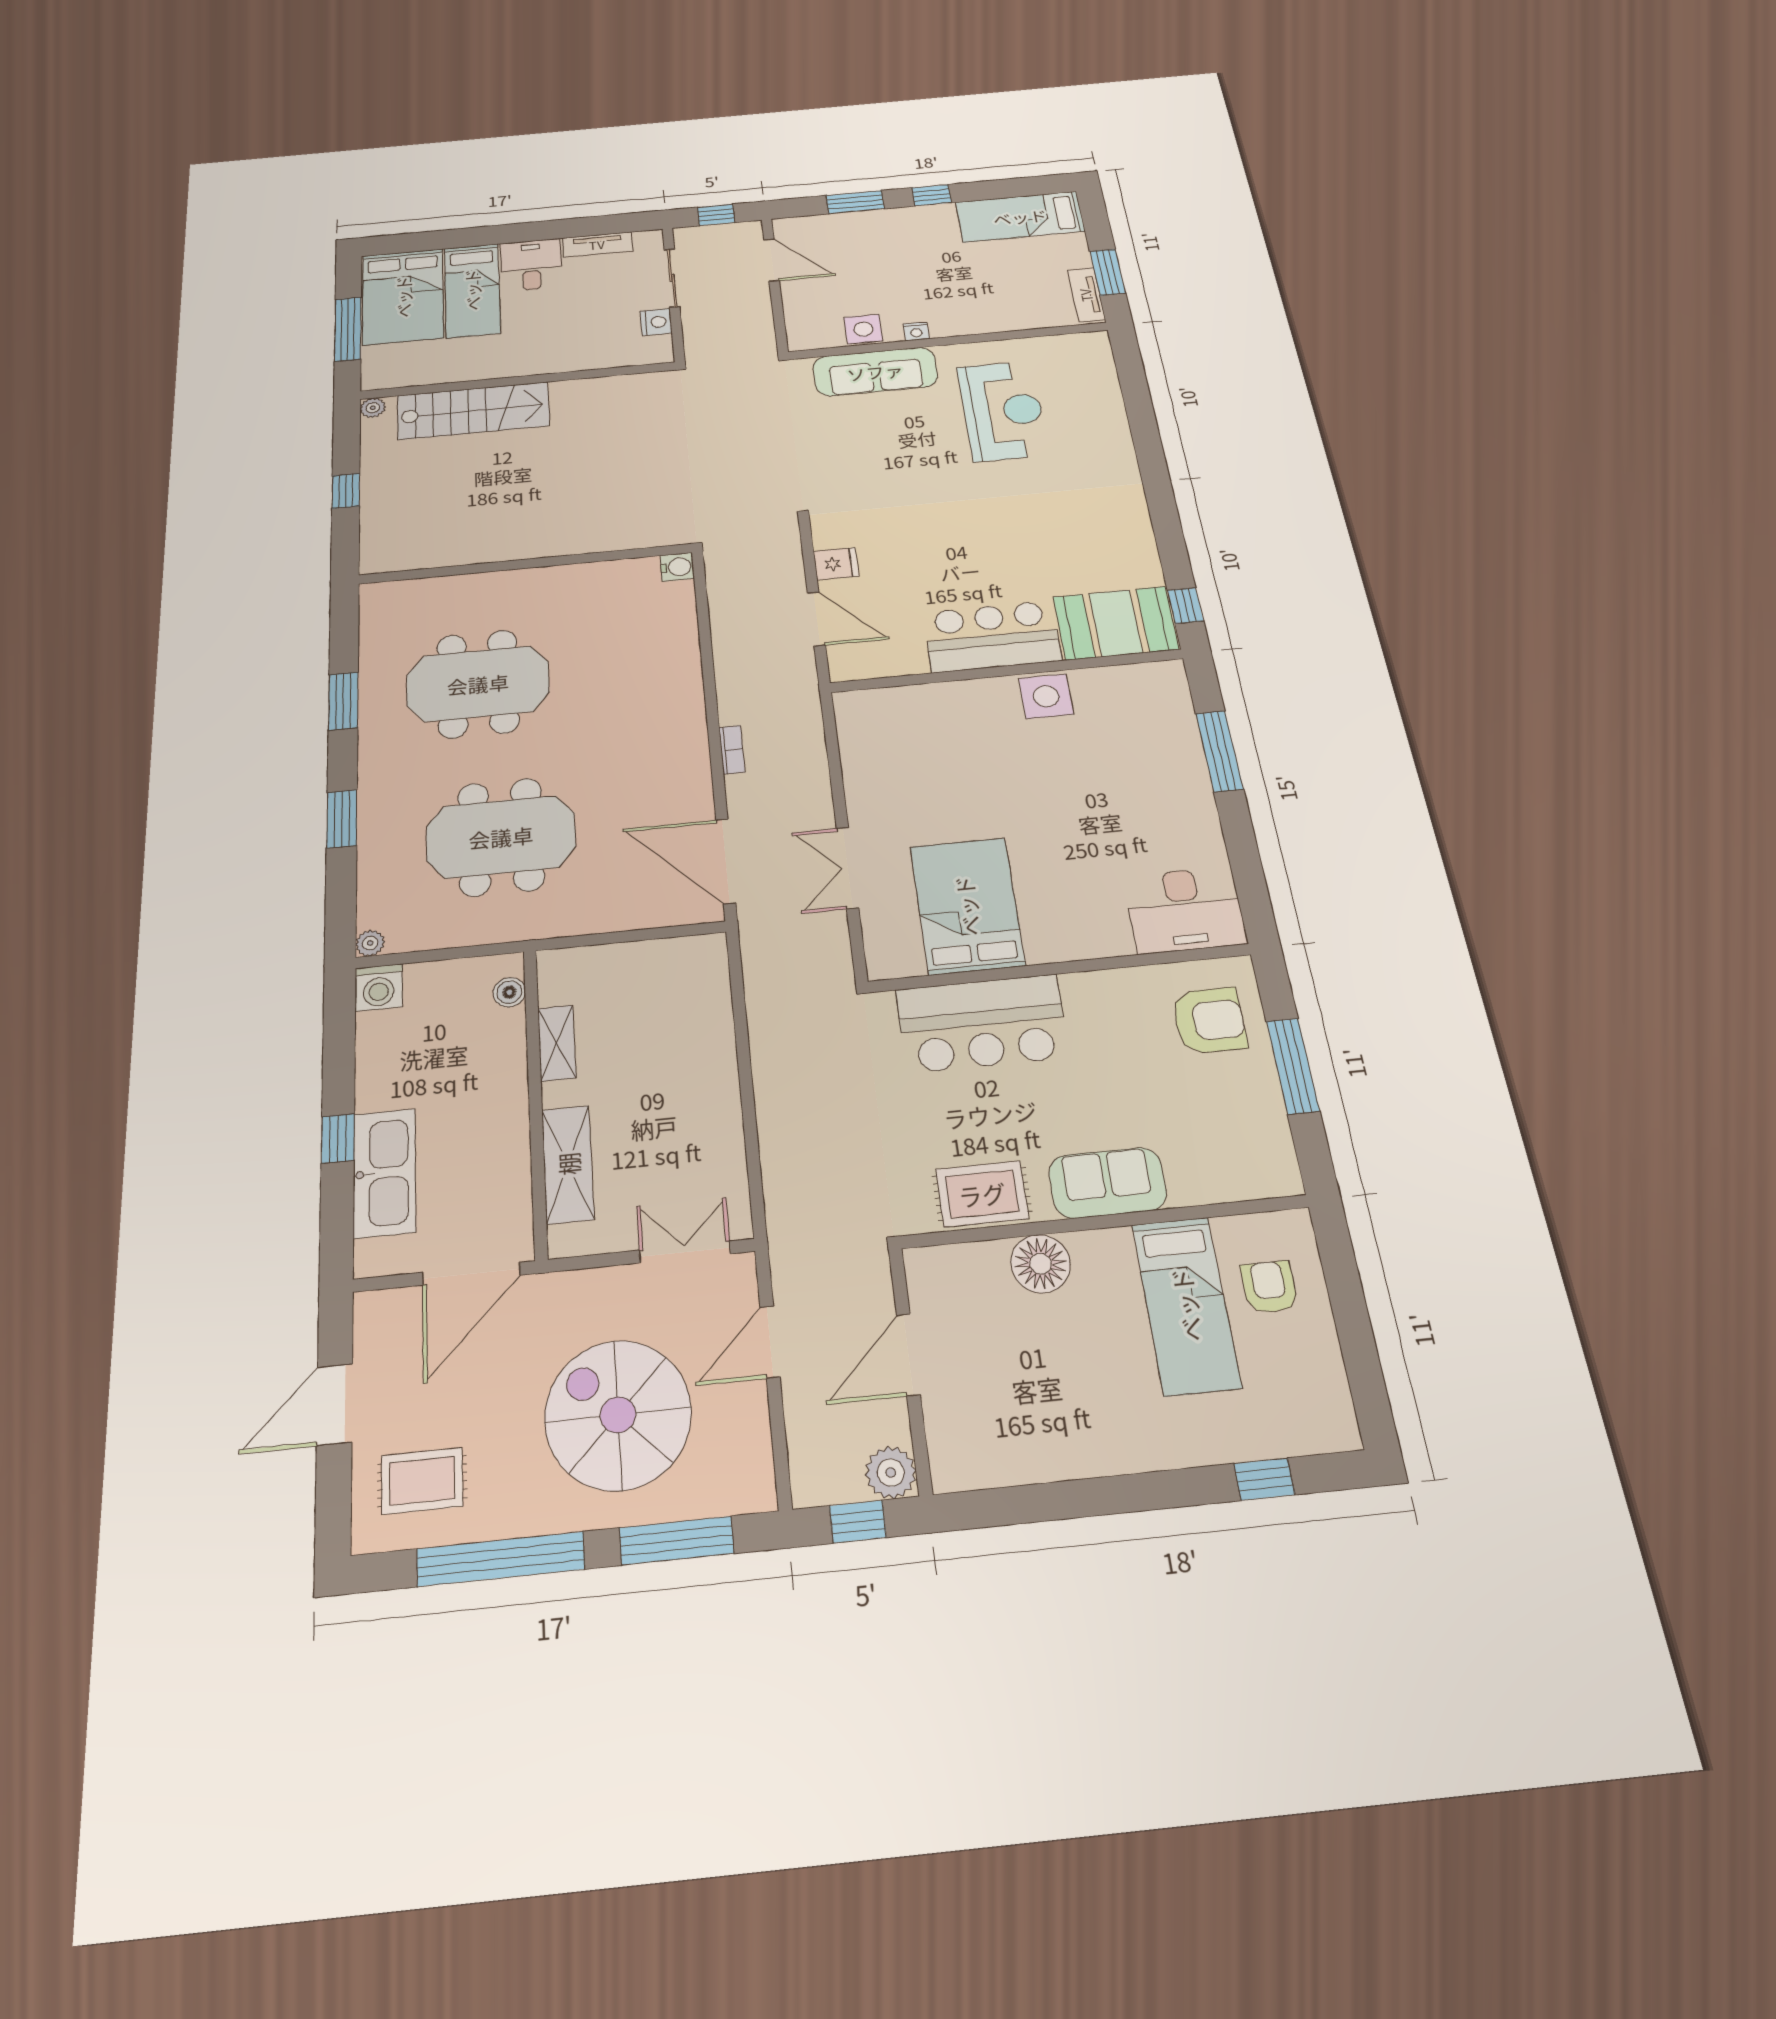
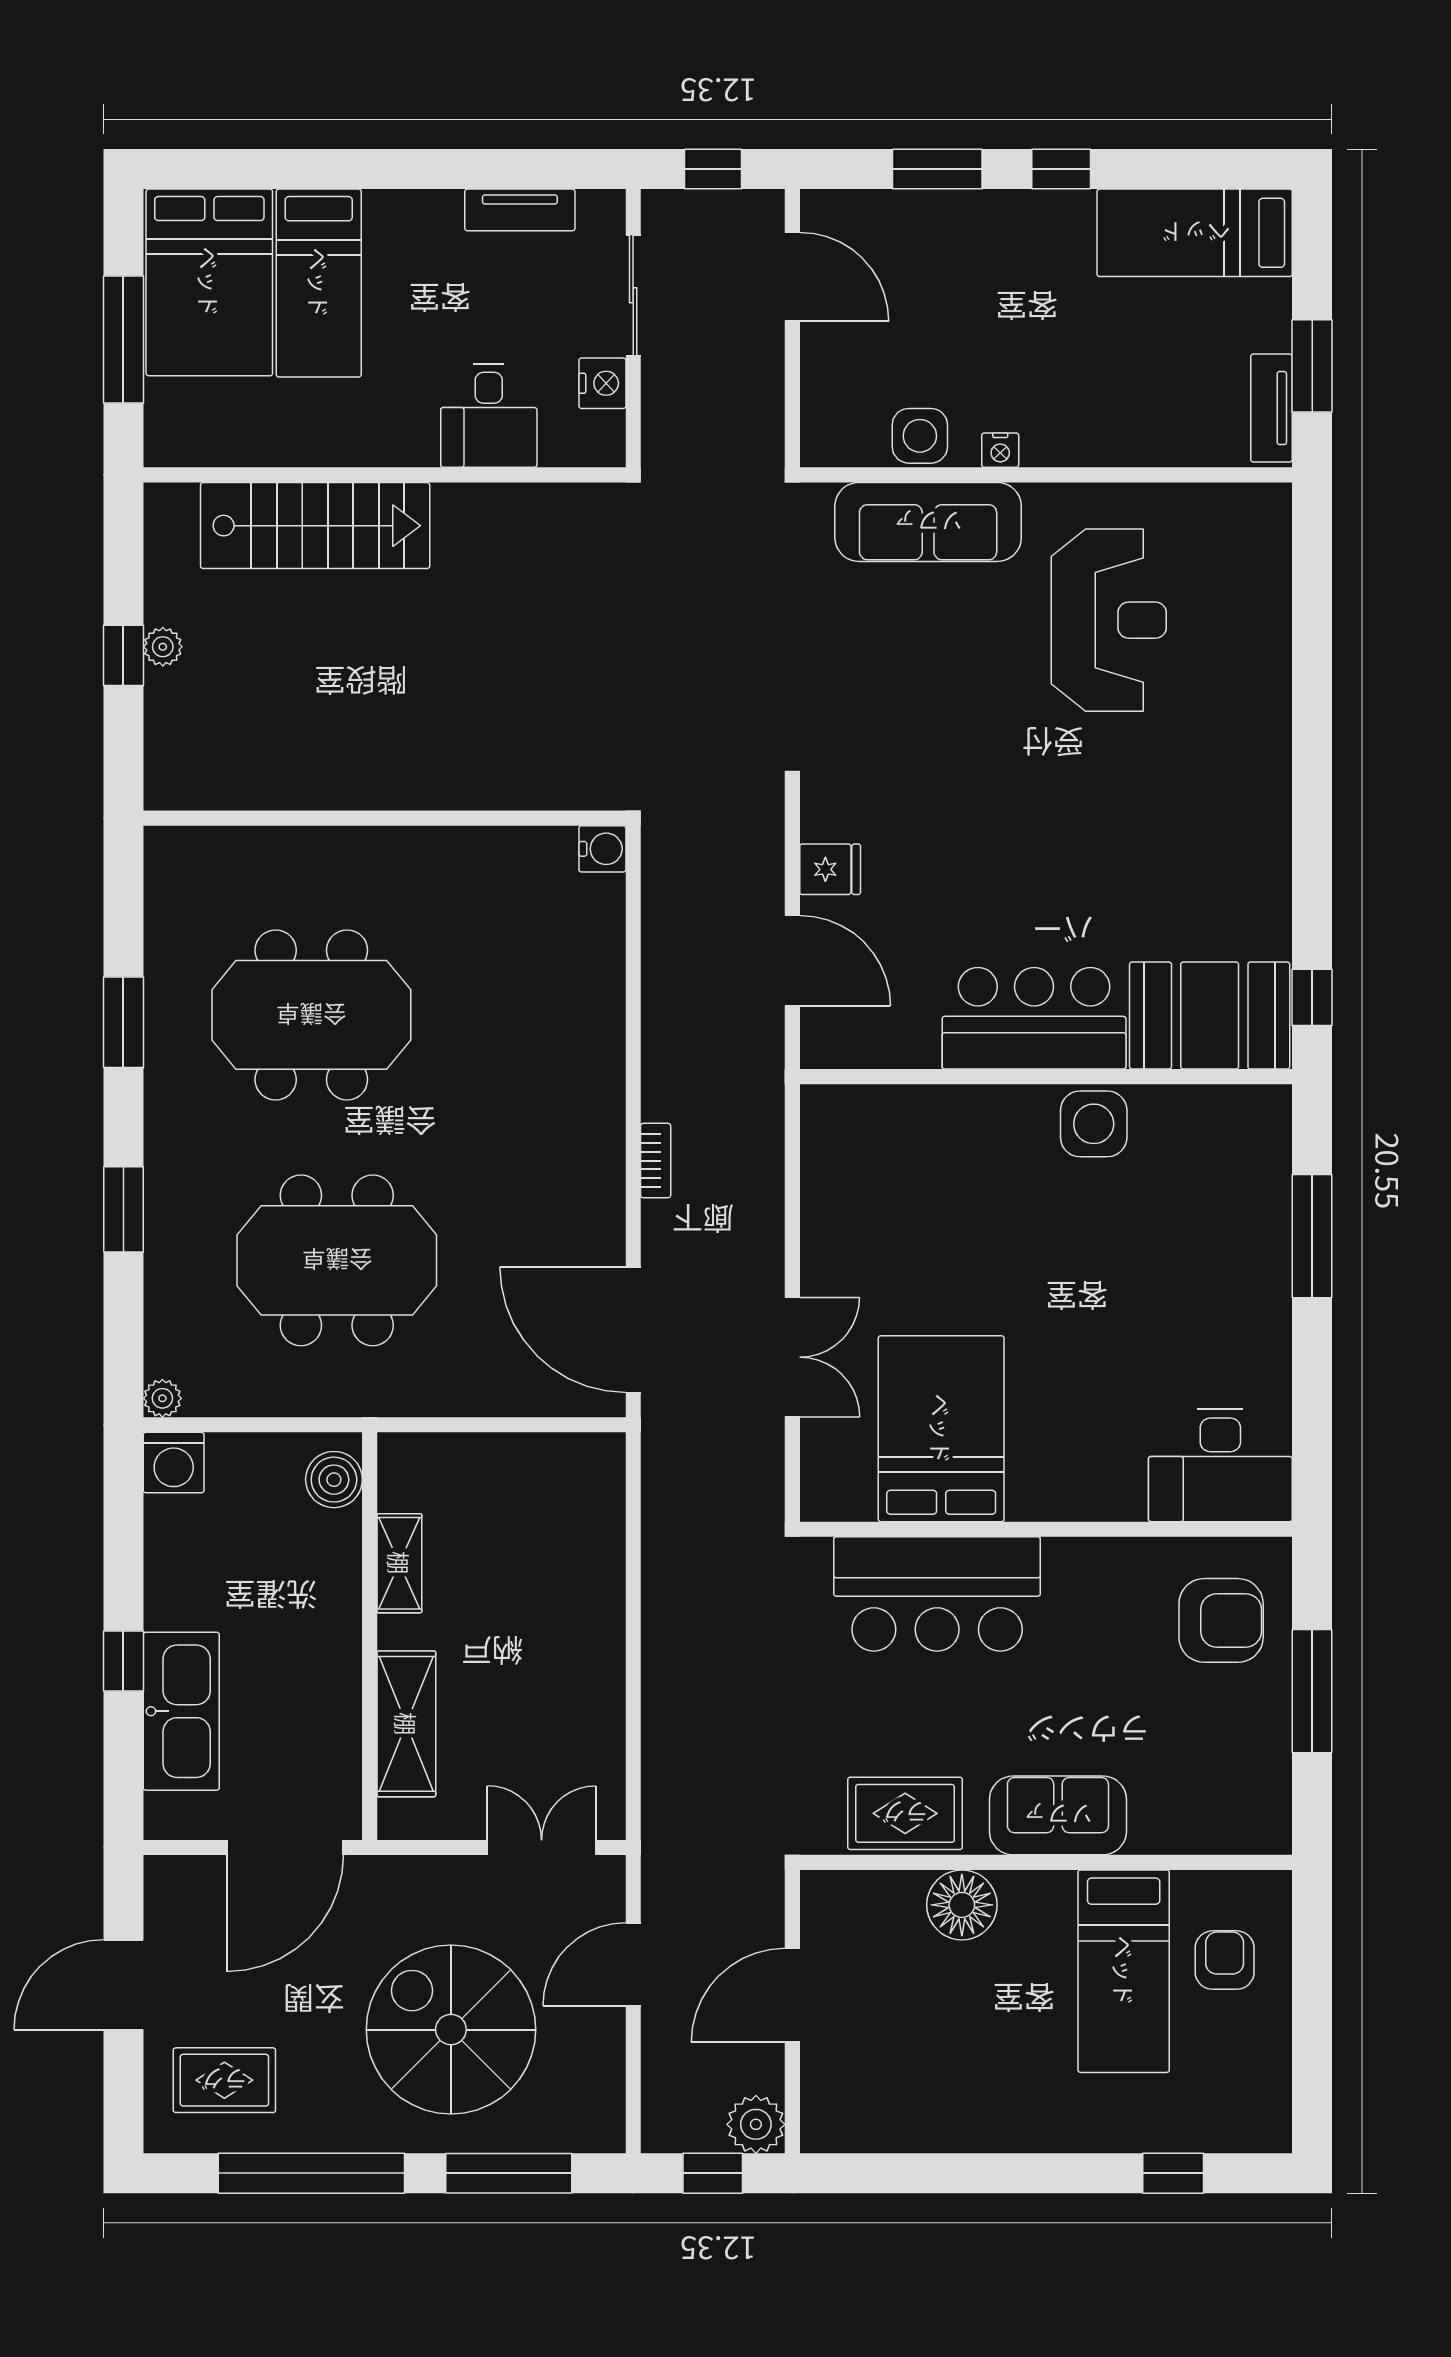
desk: (531, 265) -> (489, 416), moved, turned 180
plant: (373, 408) -> (163, 647), moved
double door: (848, 868) -> (792, 1357), swing flipped
boiler: (509, 992) -> (334, 1480), width x1.36, depth x1.36

